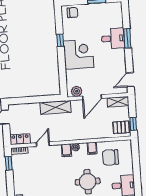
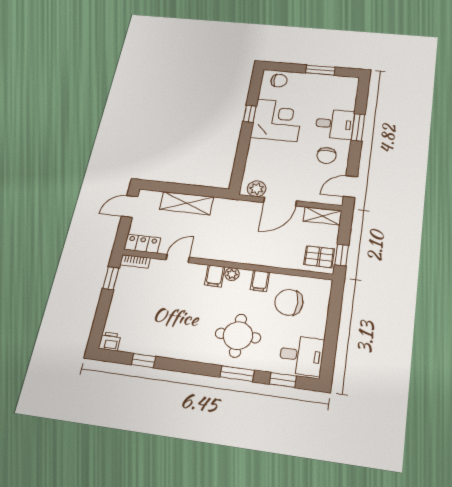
corner desk: (79, 54) -> (277, 120), moved
chair: (112, 61) -> (326, 156), added
shelving: (56, 107) -> (187, 203), moved

